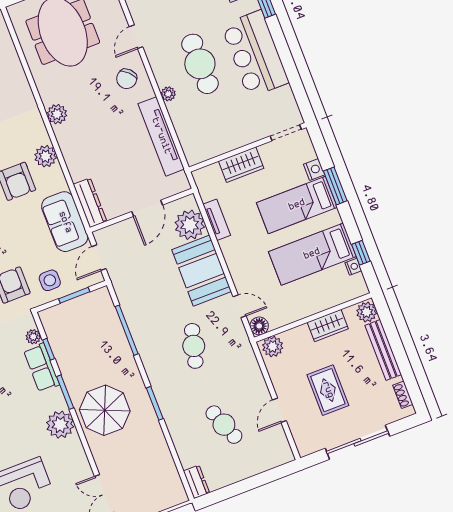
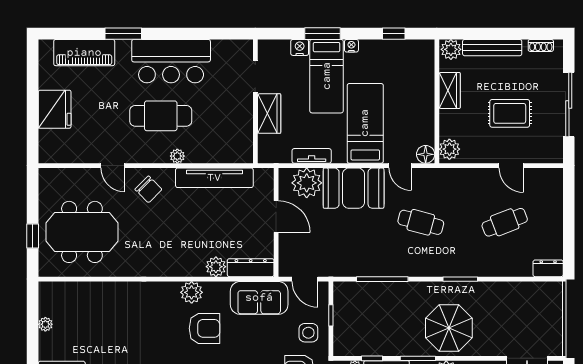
plant: (57, 114) -> (216, 267), moved
doorway: (286, 133) -> (255, 77), moved
bed: (312, 254) -> (365, 123), moved, turned 180
nightstand: (353, 267) -> (351, 46), moved
window: (74, 295) -> (331, 315), width x0.67
door: (240, 306) -> (400, 166), swing flipped

